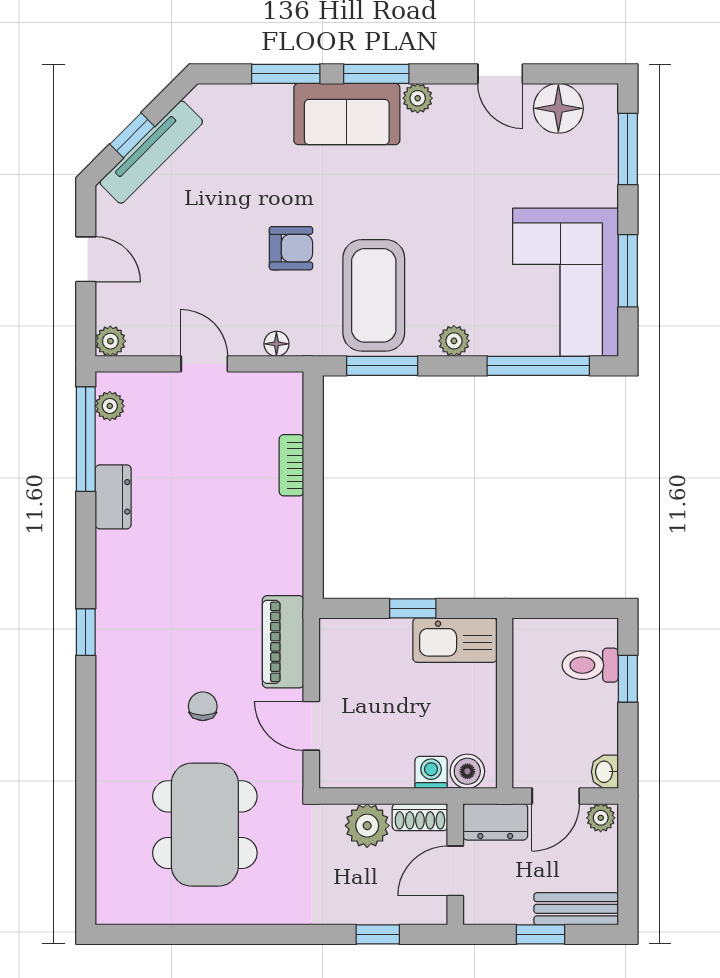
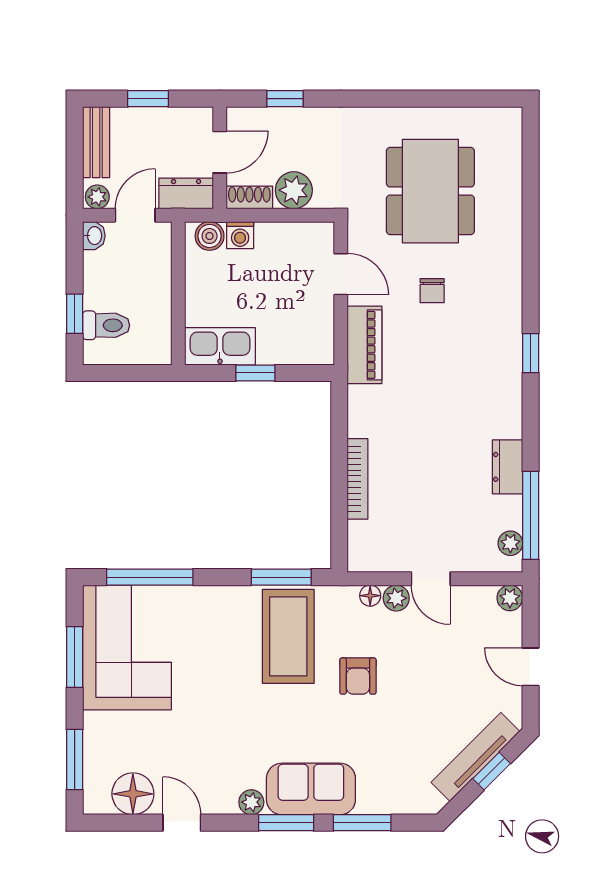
armchair: (291, 248) -> (358, 676), turned -90
plant: (454, 341) -> (396, 598), moved
bookcase: (291, 465) -> (358, 479), width x1.56
bench: (576, 909) -> (96, 142), moved, turned 90

